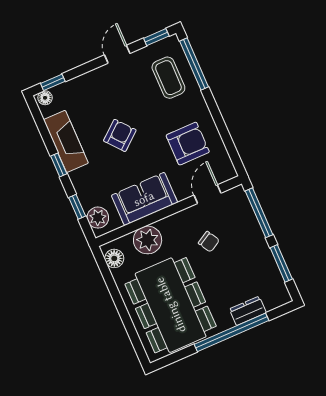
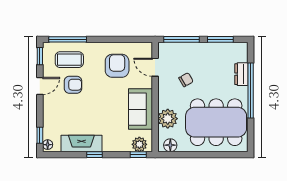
door: (117, 54) -> (40, 86), swing flipped
armchair: (120, 135) -> (73, 85), moved, turned 130
window: (77, 207) -> (138, 155), moved

